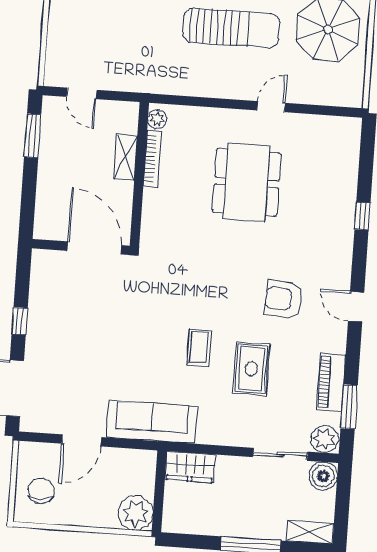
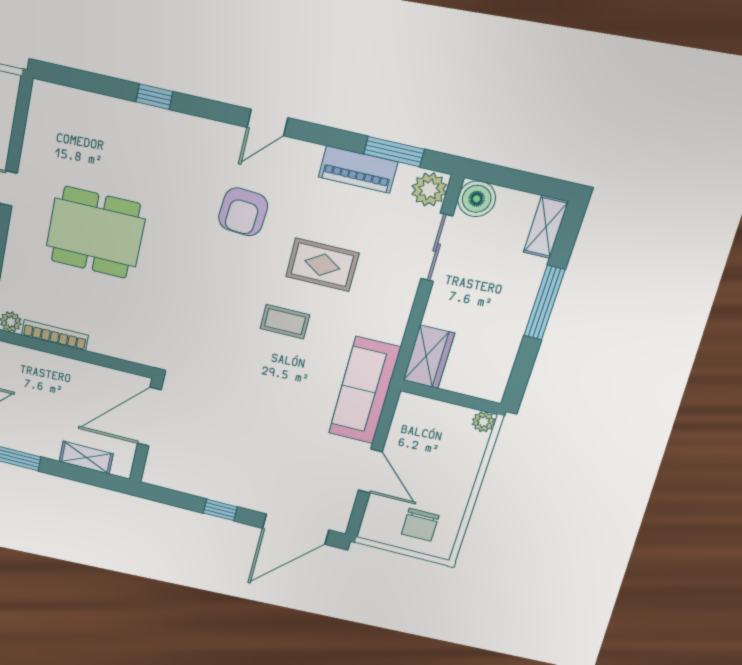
shelving: (126, 158) -> (86, 458), moved
chair: (41, 491) -> (420, 525), turned -90
plant: (136, 513) -> (483, 422), width x0.53, depth x0.53

